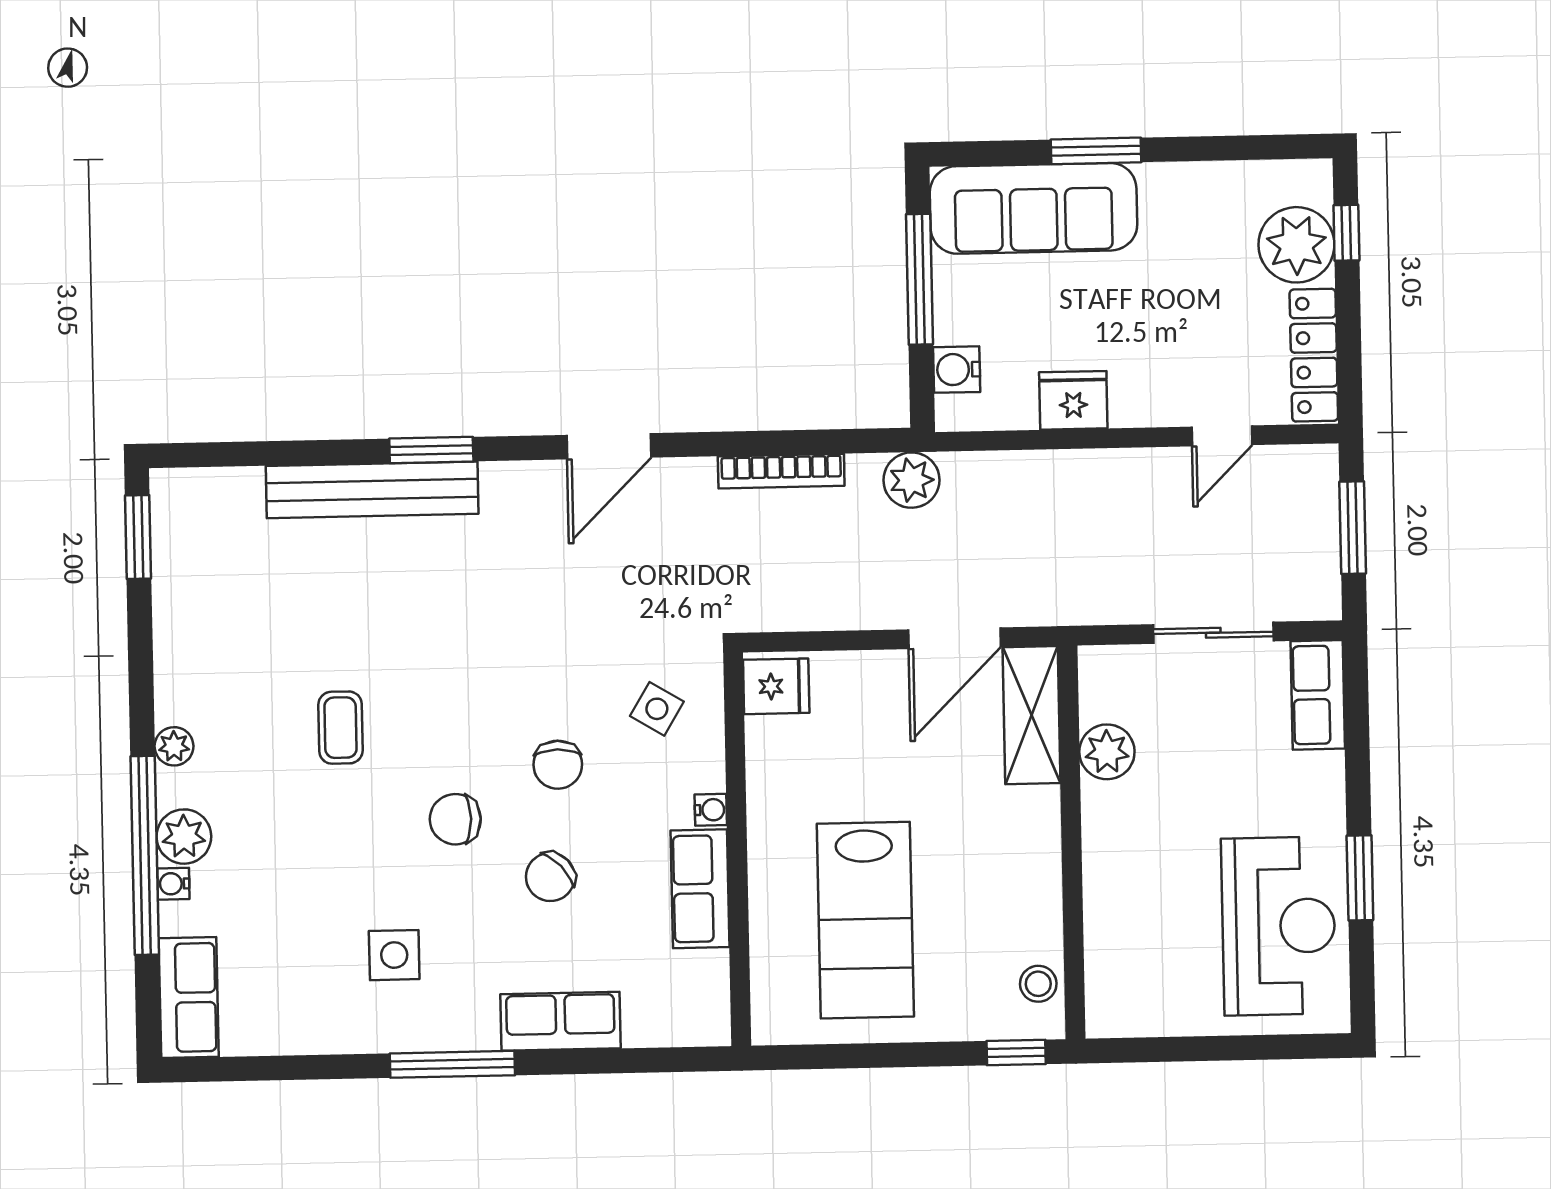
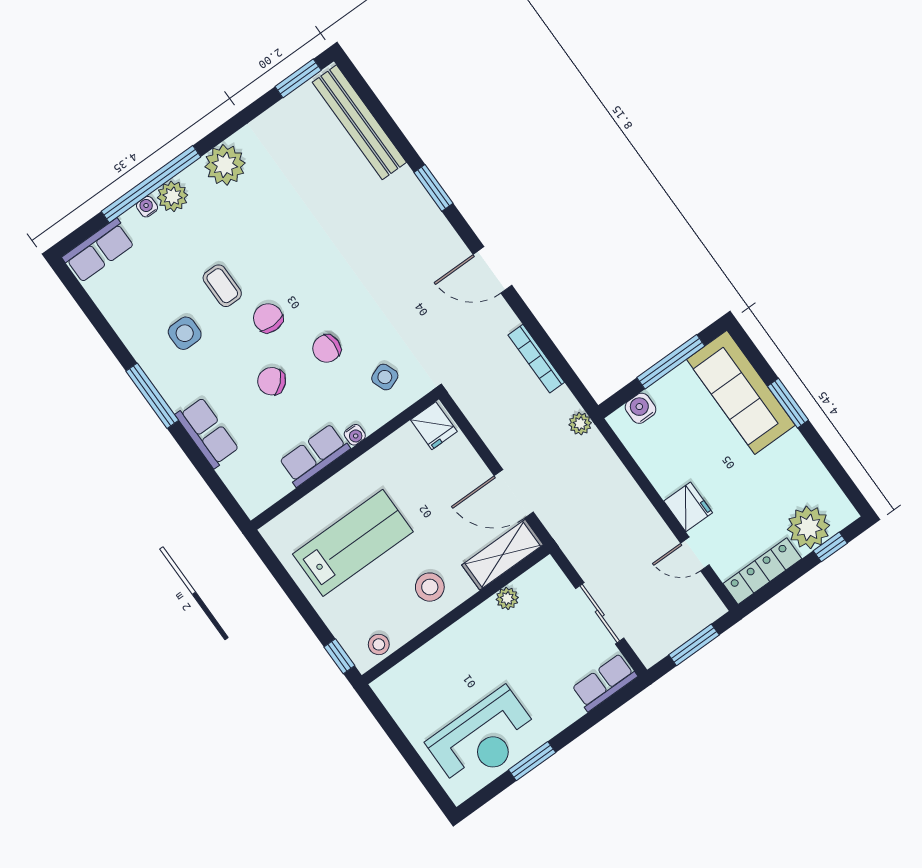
fridge: (1073, 400) -> (688, 507), moved
plant: (911, 480) -> (580, 424), width x0.73, depth x0.73
bench: (372, 490) -> (359, 122), moved
side table: (657, 709) -> (385, 377), turned 38
coffee table: (340, 728) -> (222, 286), moved, turned 90
plant: (174, 746) -> (225, 165), width x1.88, depth x1.88
plant: (1107, 752) -> (507, 598), width x0.73, depth x0.73
stool: (1006, 853) -> (430, 587), added
lab bench: (865, 920) -> (353, 543), turned 180

